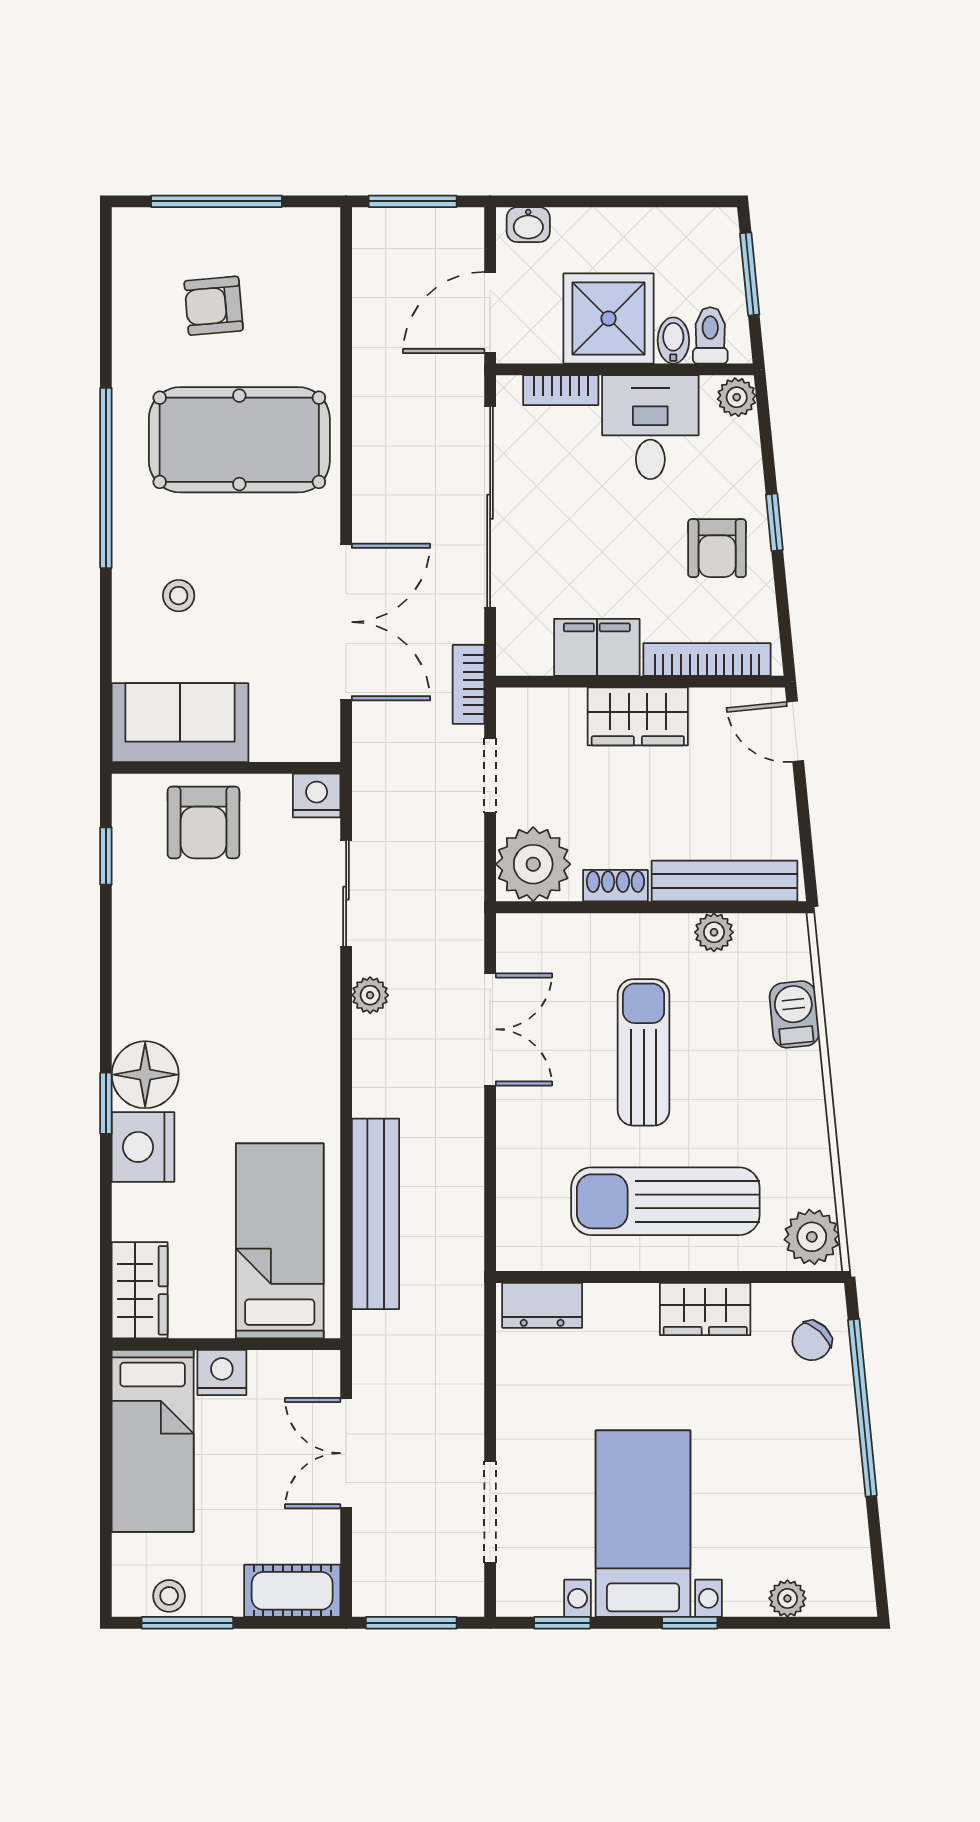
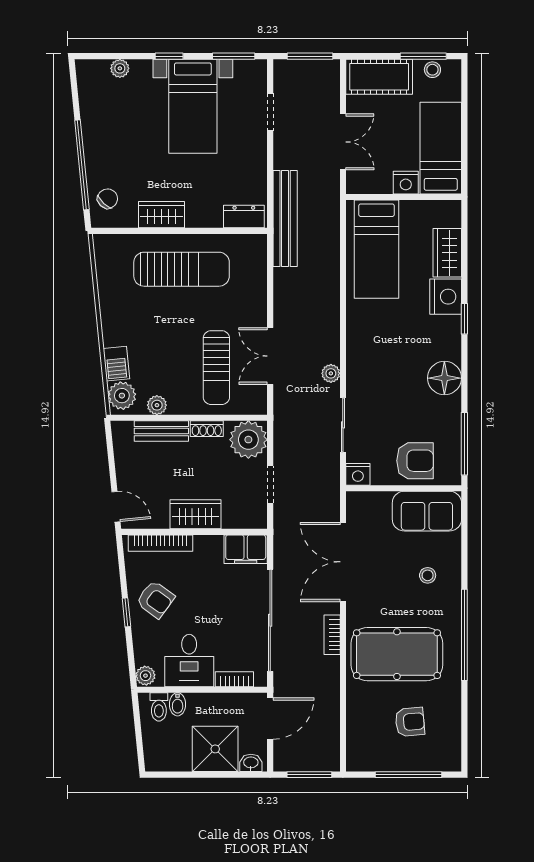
window: (750, 274) -> (139, 738), removed
shower: (609, 319) -> (215, 749), moved
armchair: (717, 548) -> (155, 599), turned 126
filing cabinet: (597, 647) -> (246, 549), moved
bookcase: (469, 684) -> (332, 635), moved, turned 180
armchair: (203, 822) -> (415, 461), turned 90
window: (106, 856) -> (464, 444), width x2.17
bench: (725, 881) -> (161, 431), width x0.73
sun lounger: (644, 1052) -> (216, 368), moved
floor lamp: (145, 1075) -> (444, 378), moved
bench: (375, 1214) -> (285, 219), moved
plant: (812, 1237) -> (122, 396), moved
wardrobe: (140, 1290) -> (447, 253), moved
doorway: (490, 1512) -> (270, 112), width x0.73
cot: (292, 1591) -> (379, 77), width x1.37, depth x1.34
window: (562, 1623) -> (234, 56), width x1.50

